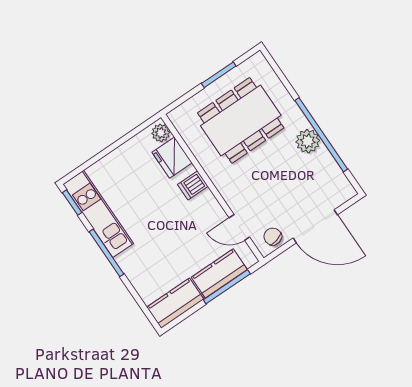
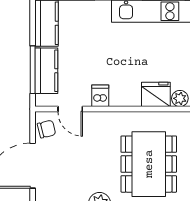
dishwasher: (193, 185) -> (100, 96), moved
door: (239, 227) -> (70, 109), swing flipped

